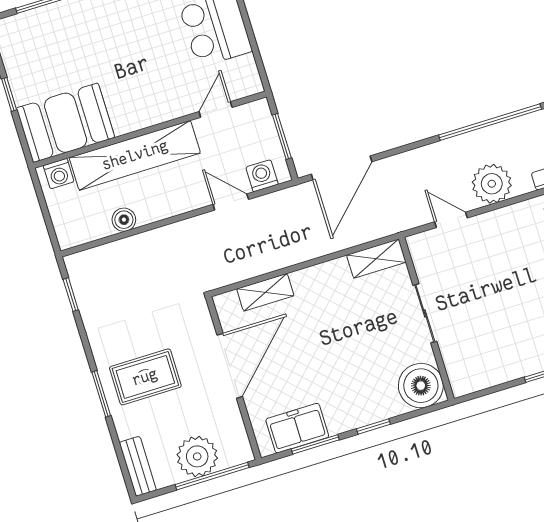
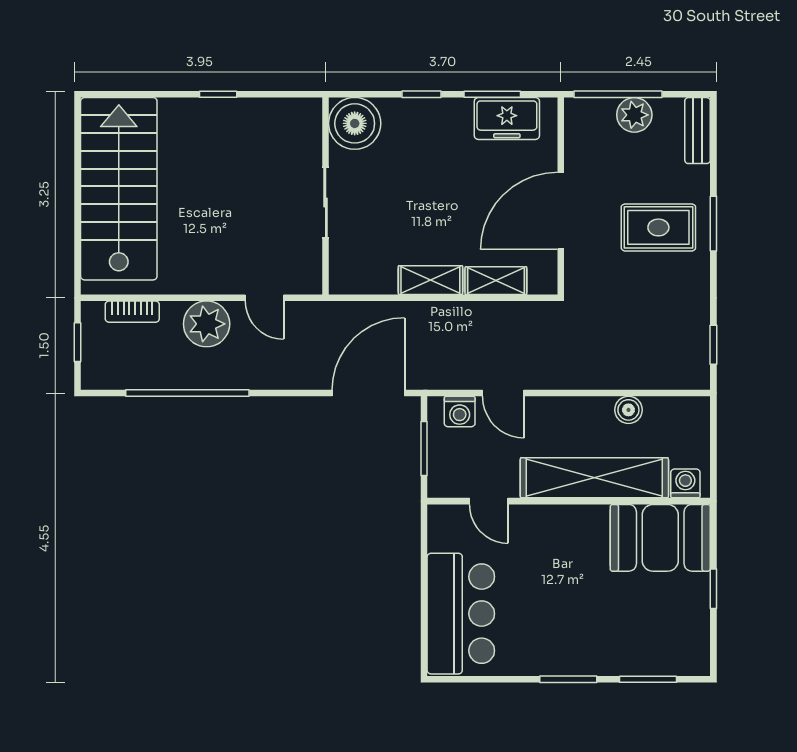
door: (216, 110) -> (489, 501), hinge flipped
shelving: (376, 259) -> (430, 280), moved
plant: (197, 456) -> (634, 115), width x0.73, depth x0.73

